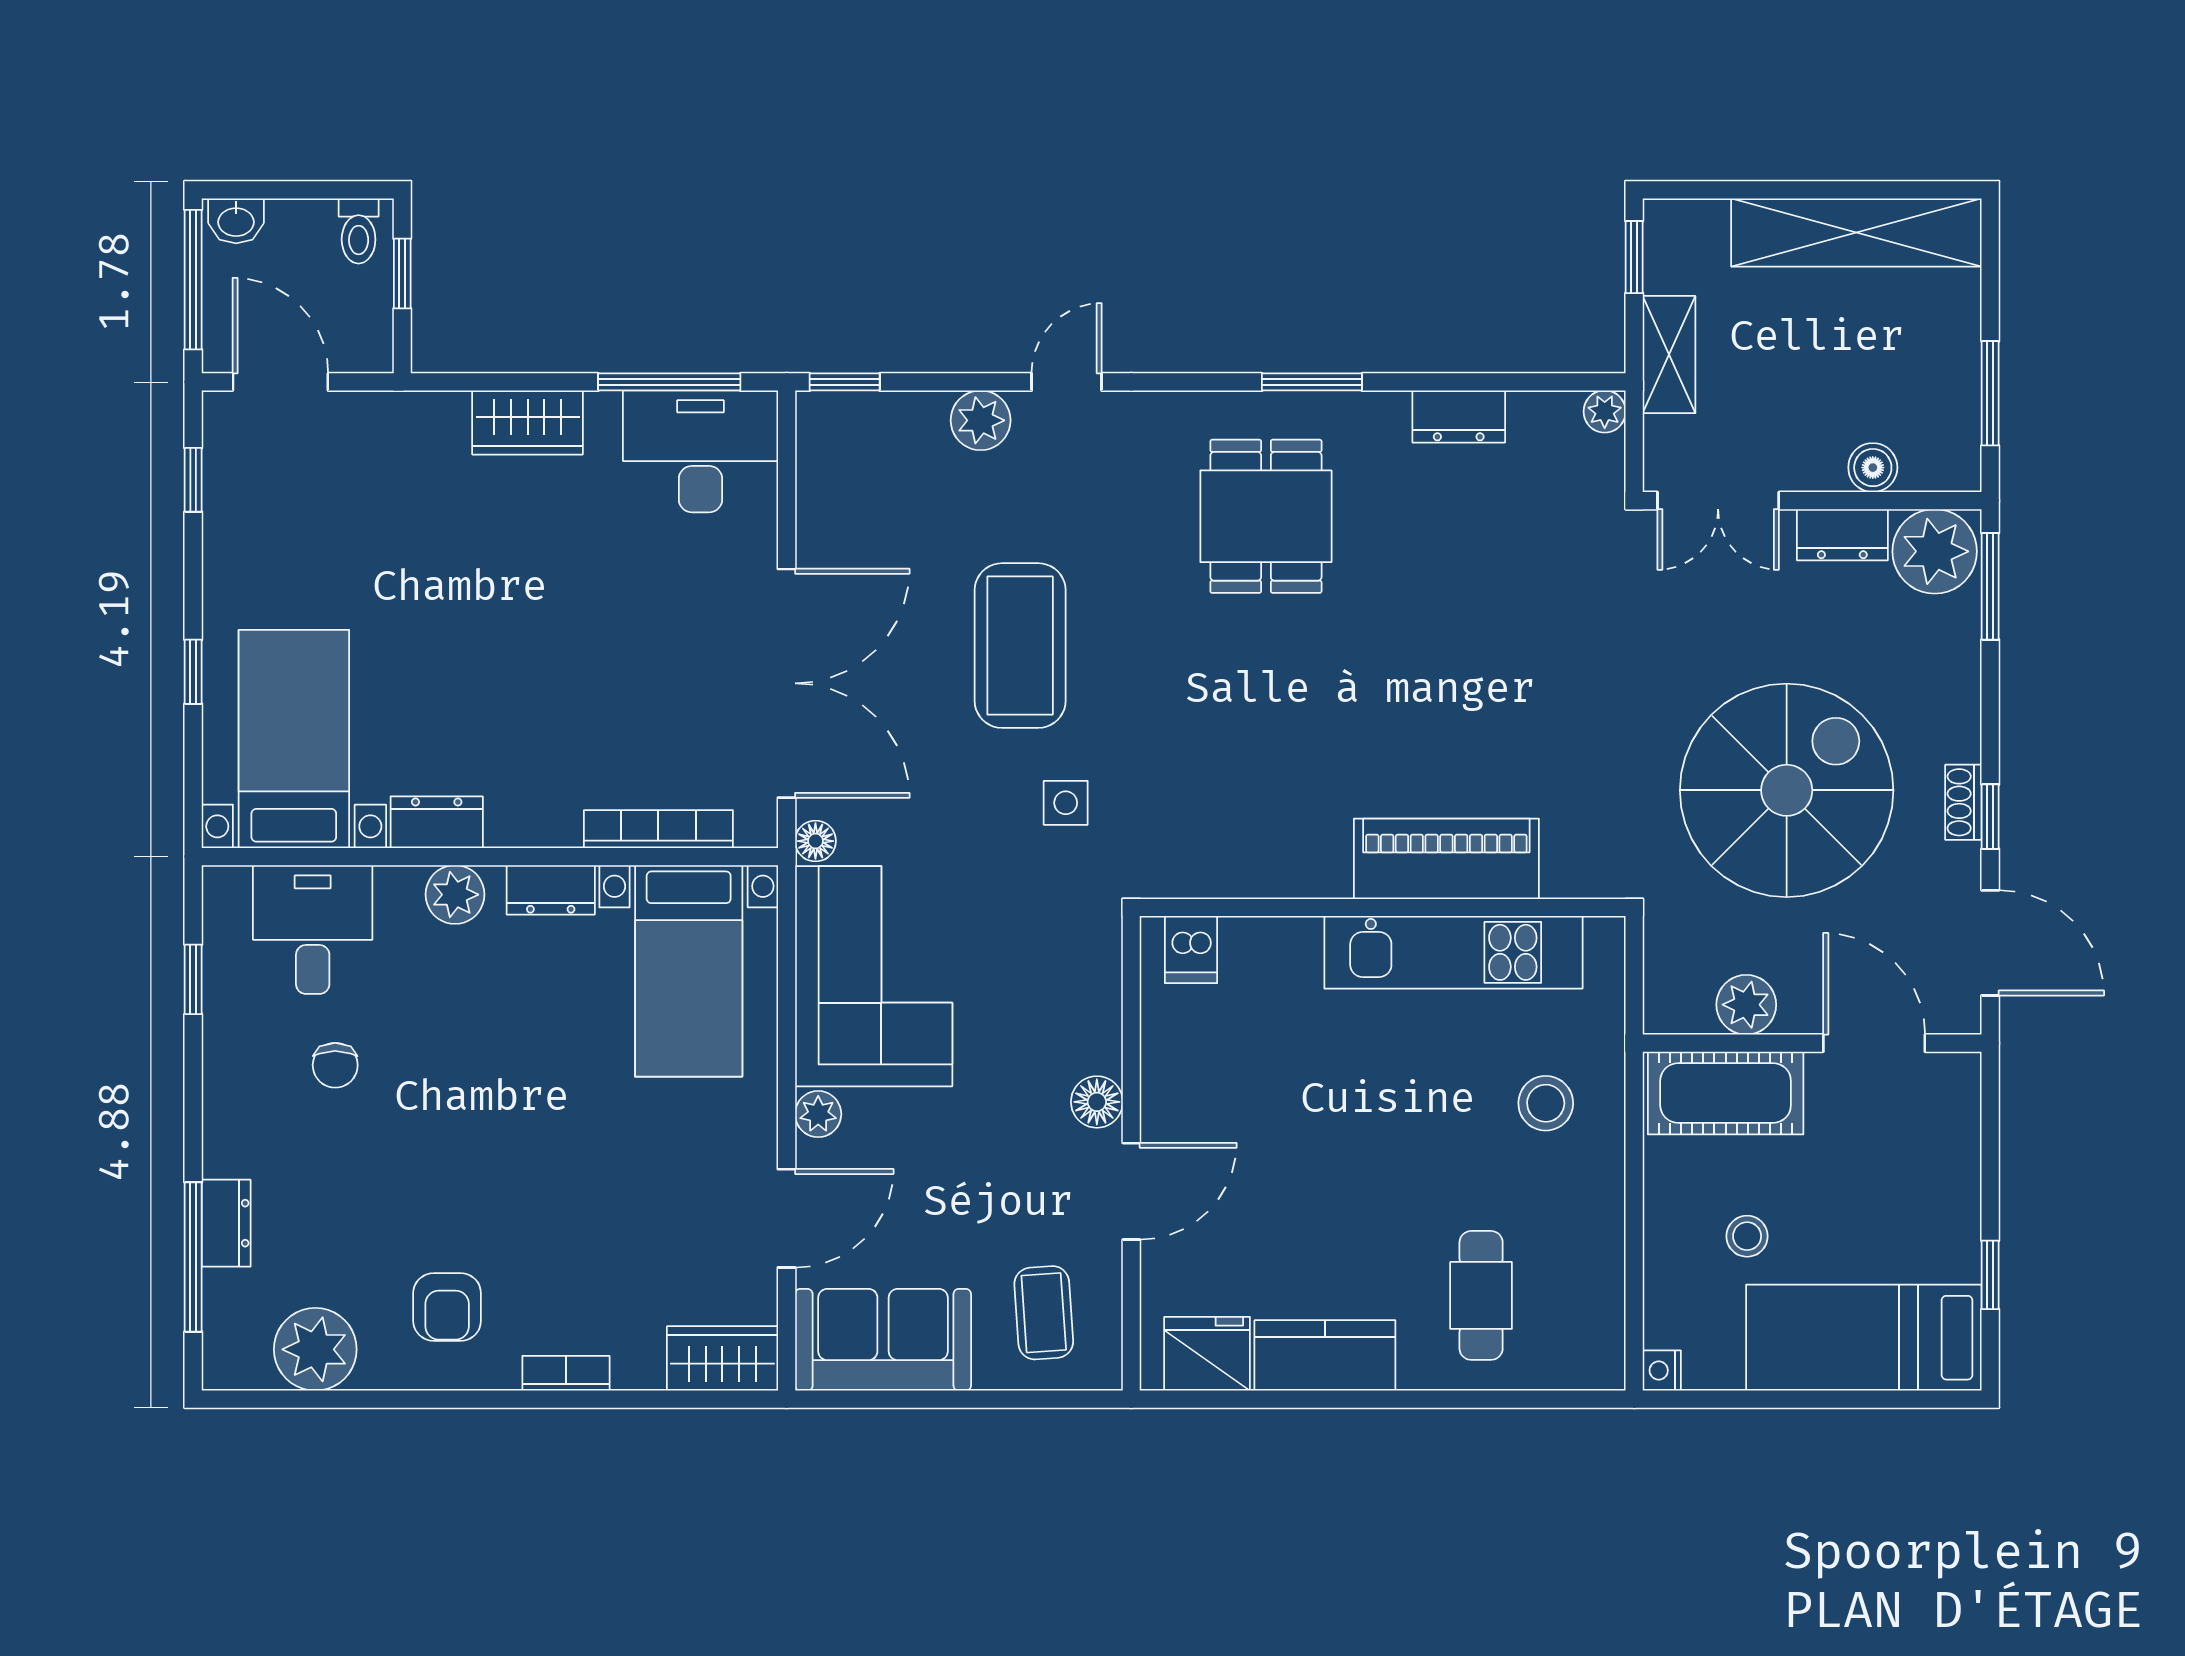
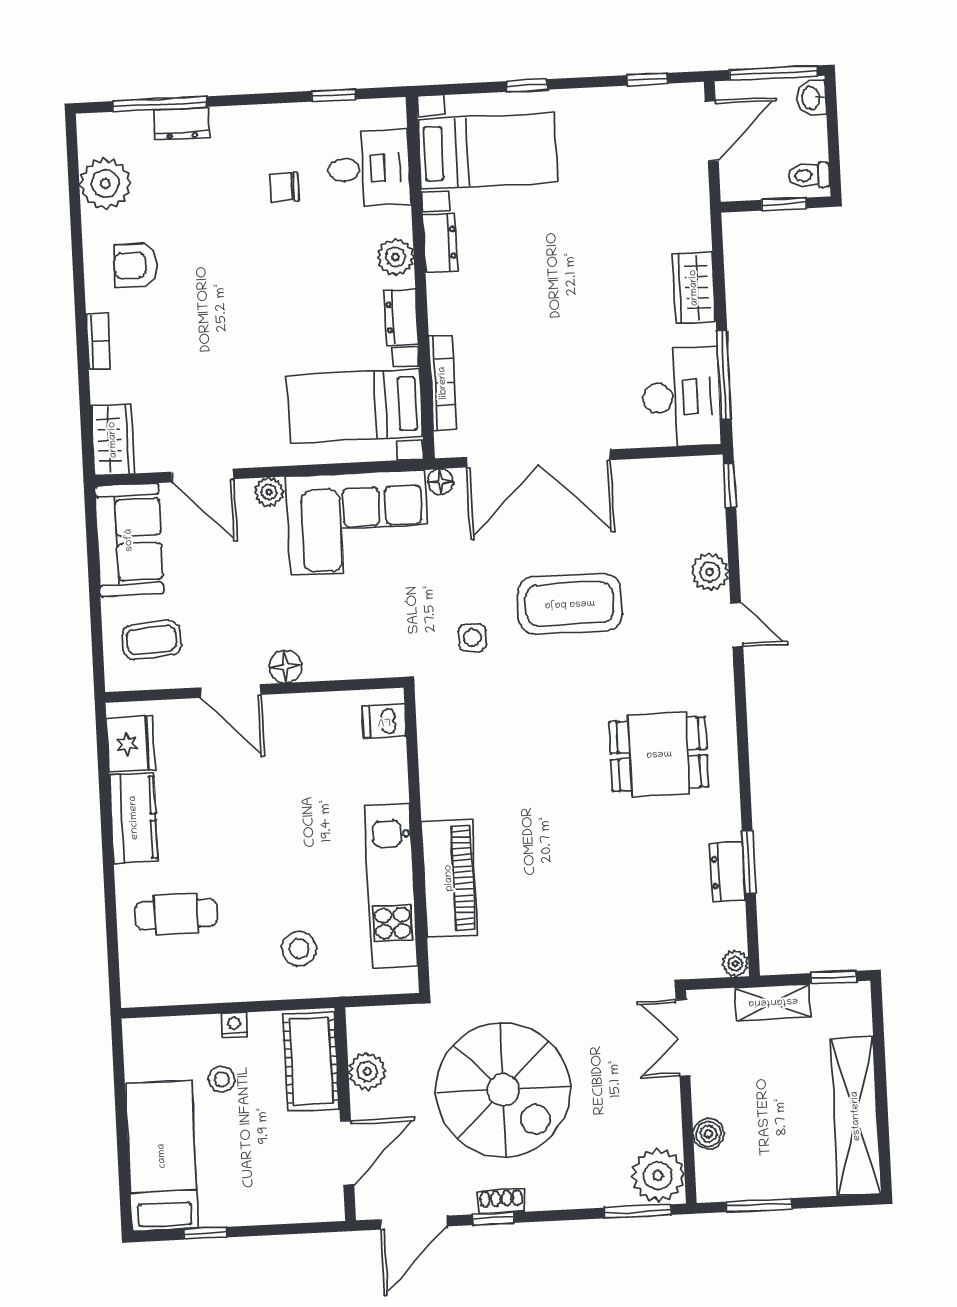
window: (1312, 382) -> (749, 862), moved
dresser: (1842, 535) -> (665, 1117), removed
nightstand: (1662, 1370) -> (234, 1025), moved

